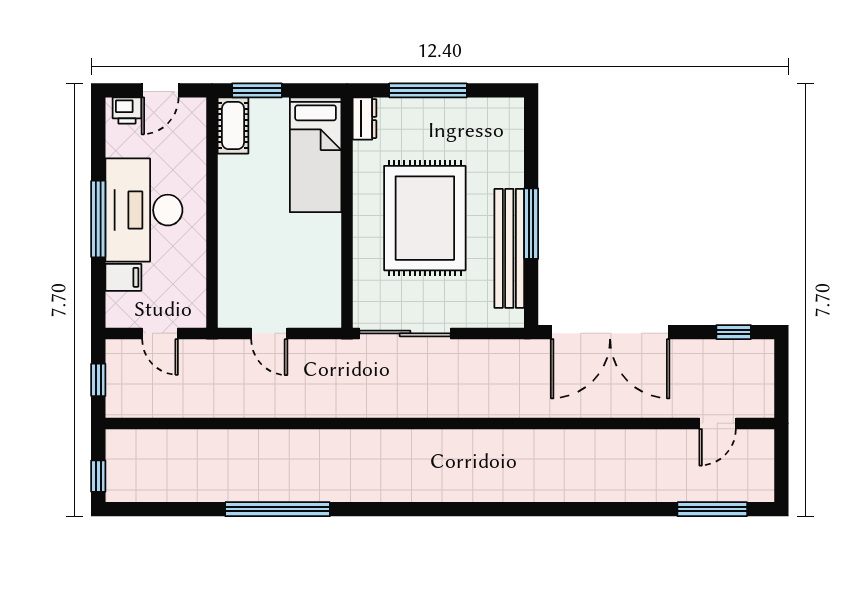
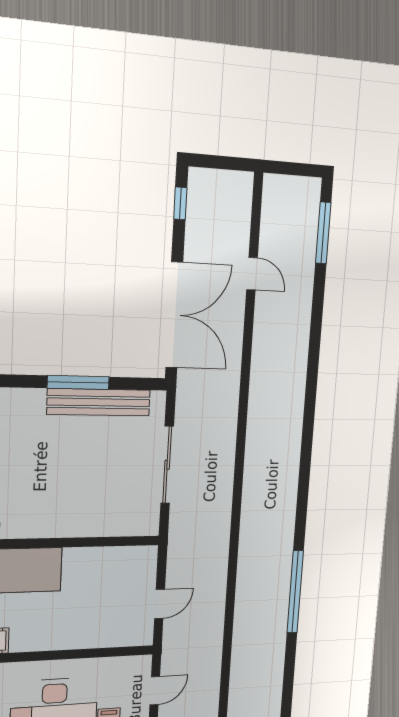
rug: (425, 218) -> (70, 476), removed
sliding door: (405, 333) -> (167, 465), moved
door: (718, 423) -> (252, 274), moved

